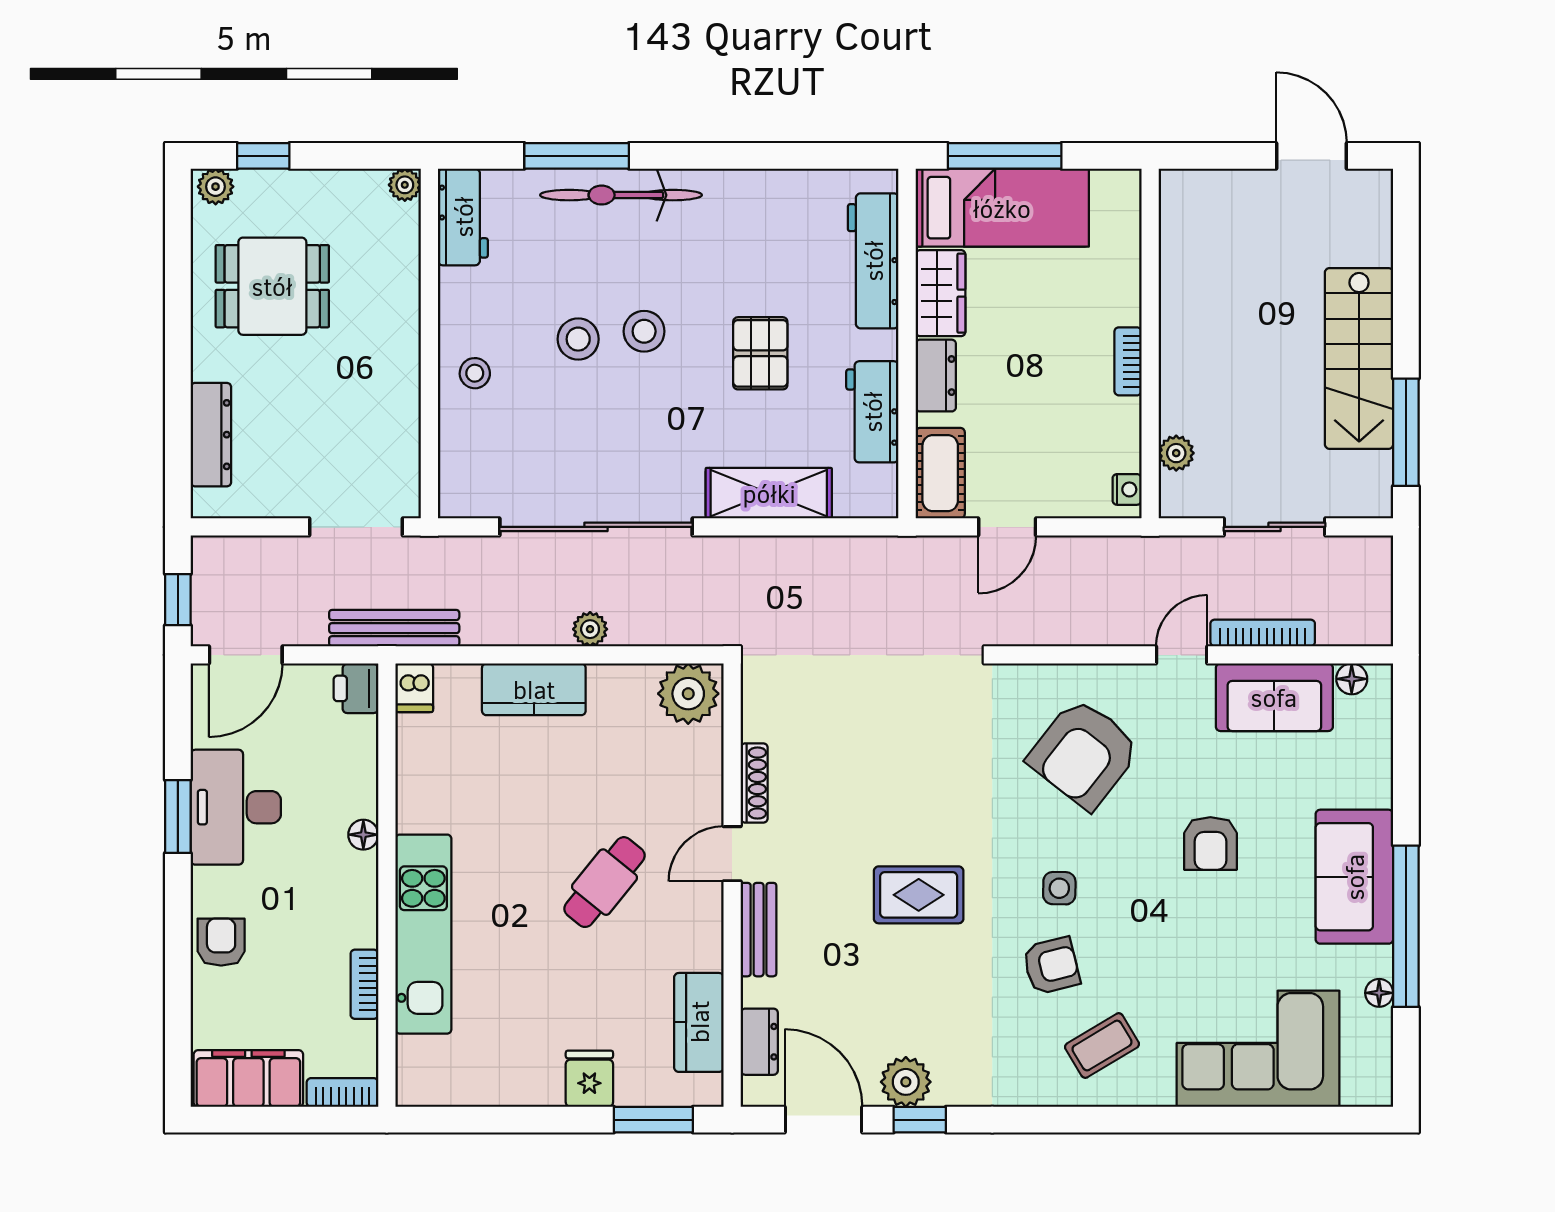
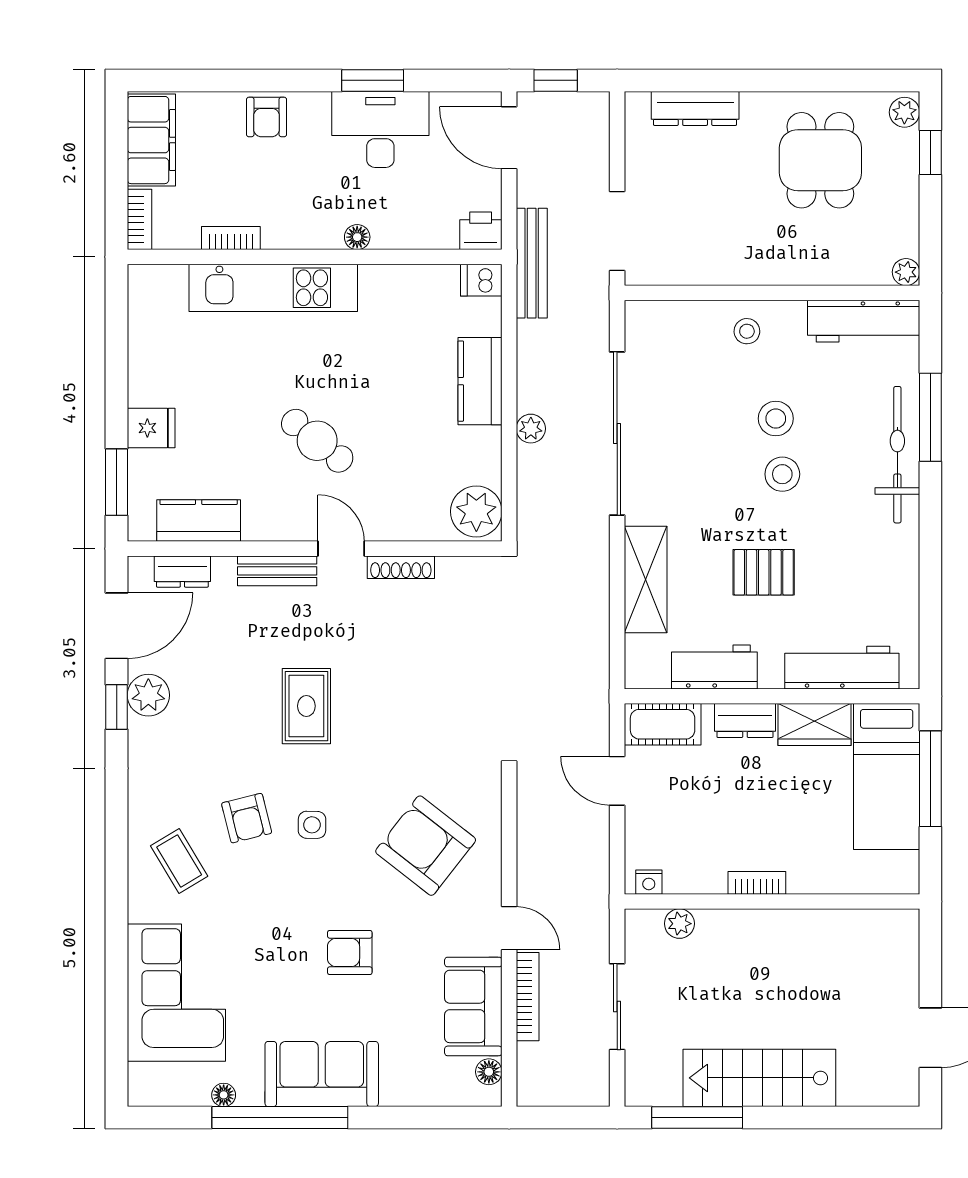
workbench: (463, 217) -> (864, 321), width x1.38
armchair: (221, 942) -> (267, 117), turned 90

